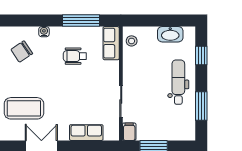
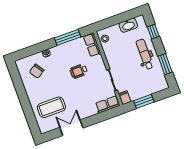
wheelchair: (75, 56) -> (79, 71), moved
row of seats: (86, 133) -> (108, 104), moved

